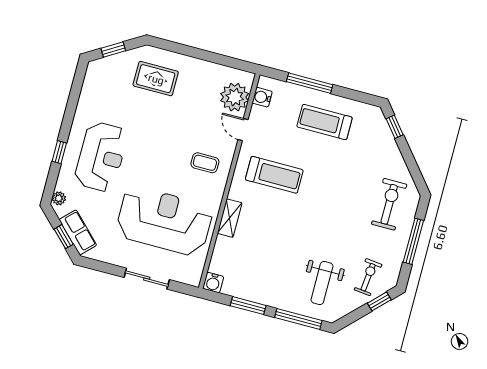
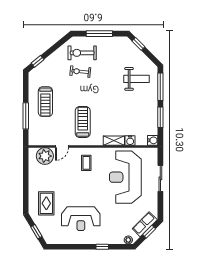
water cooler: (262, 97) -> (130, 141), moved
reception desk: (101, 157) -> (81, 219), moved, turned 180
exercise bike: (368, 277) -> (80, 72), moved

